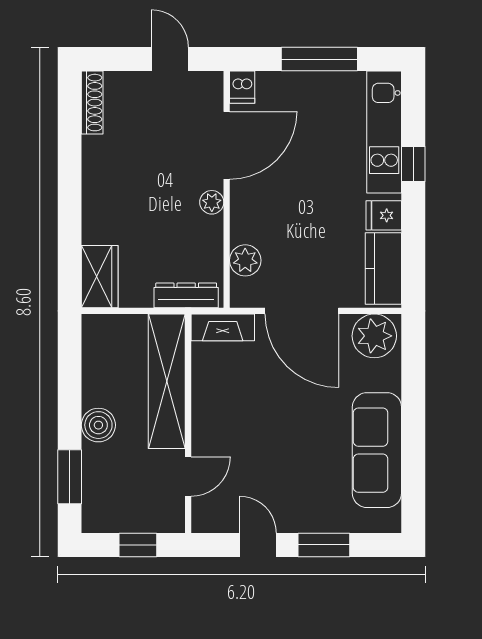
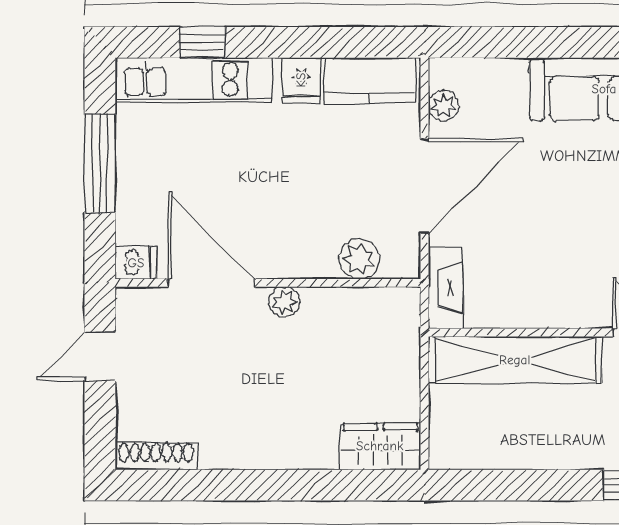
window: (413, 164) -> (202, 42), moved
dresser: (186, 295) -> (404, 335), removed
plant: (374, 336) -> (443, 106), width x0.53, depth x0.53
boiler: (98, 425) -> (572, 448), removed

